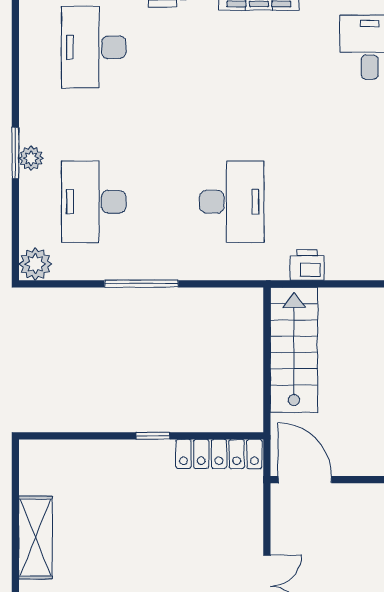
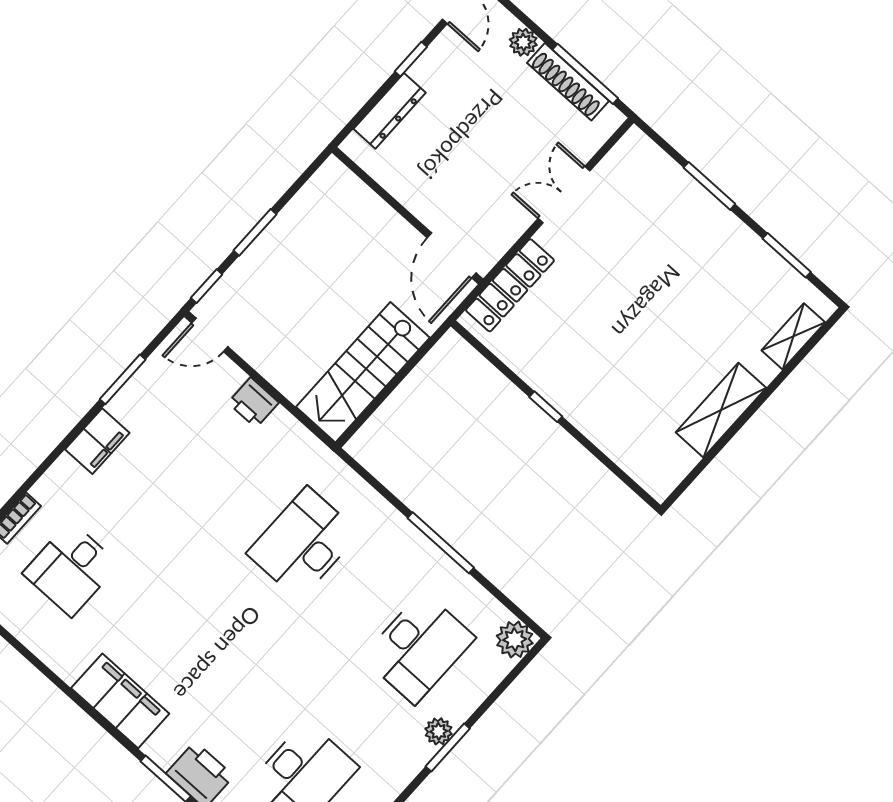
printer: (307, 265) -> (253, 403), moved
locker: (219, 454) -> (510, 285), moved, turned 90

